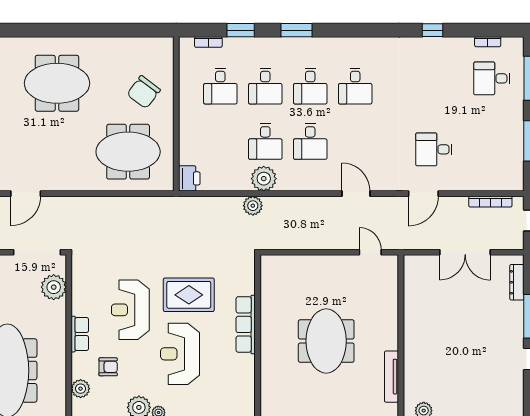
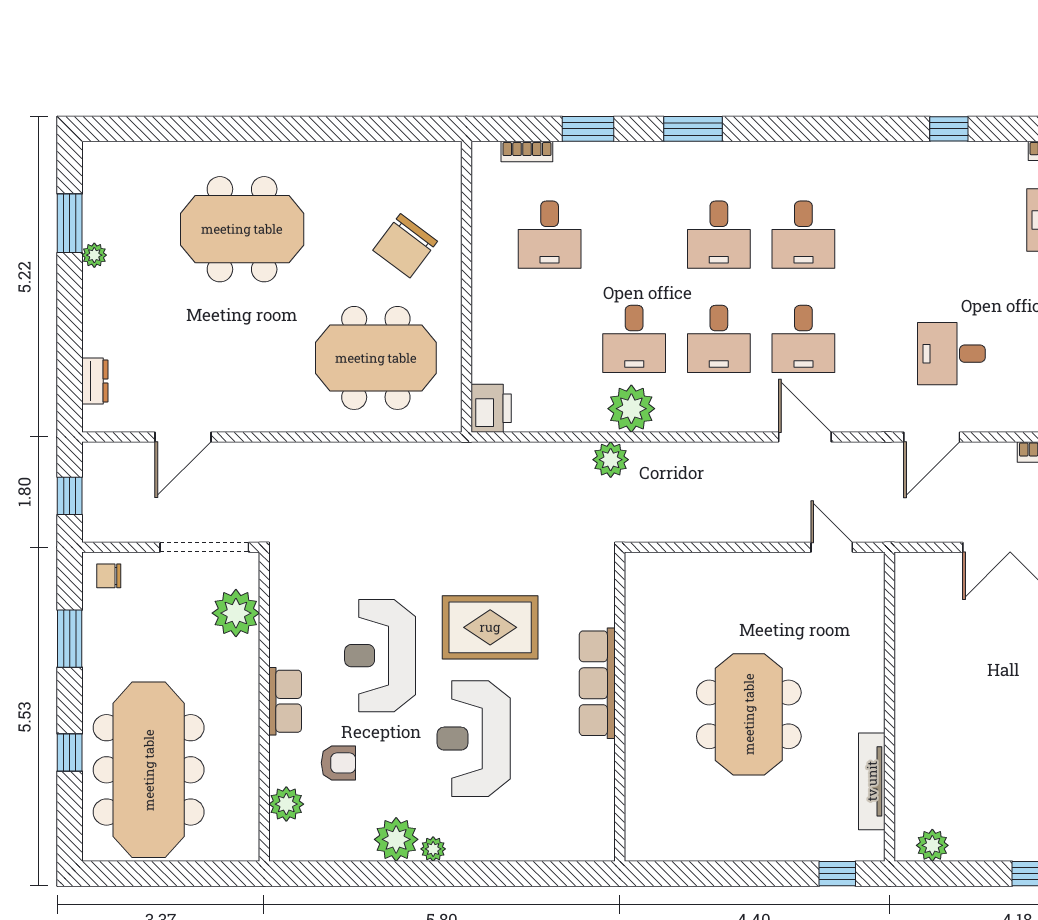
desk: (265, 86) -> (803, 339), moved

